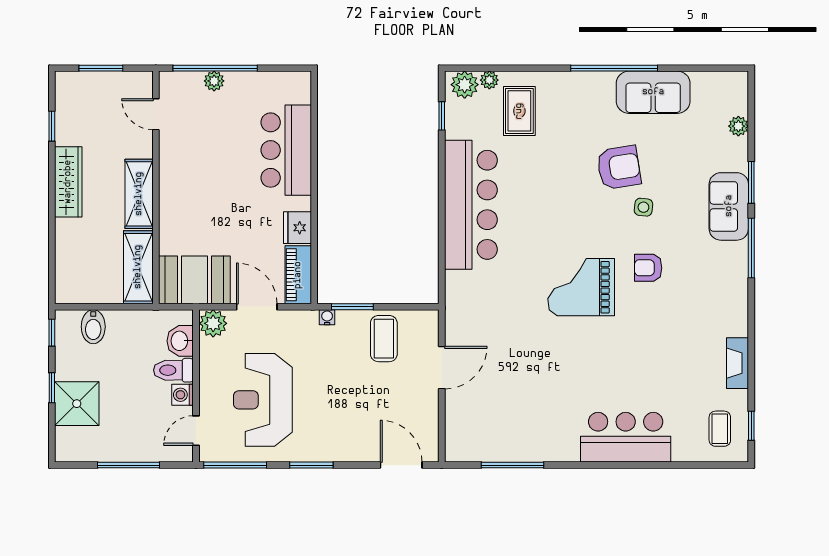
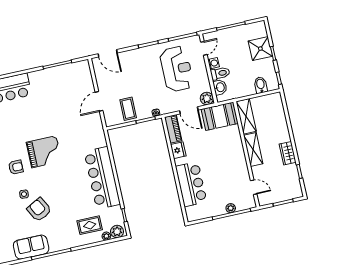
rug: (519, 111) -> (90, 225), turned 90
armchair: (619, 167) -> (39, 210), turned 71
wardrobe: (68, 182) -> (288, 153), width x0.67

